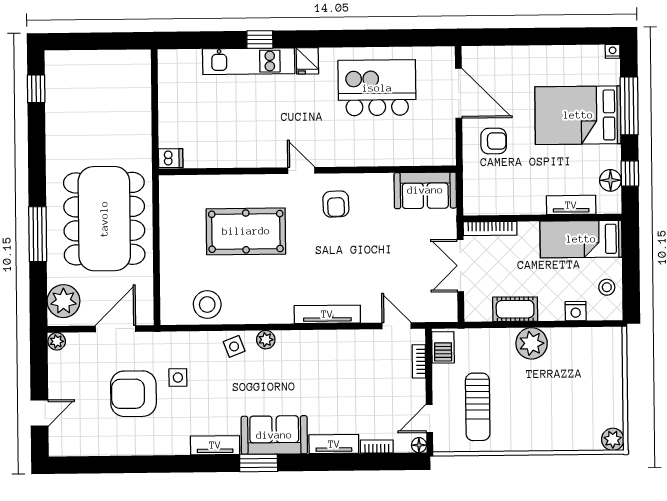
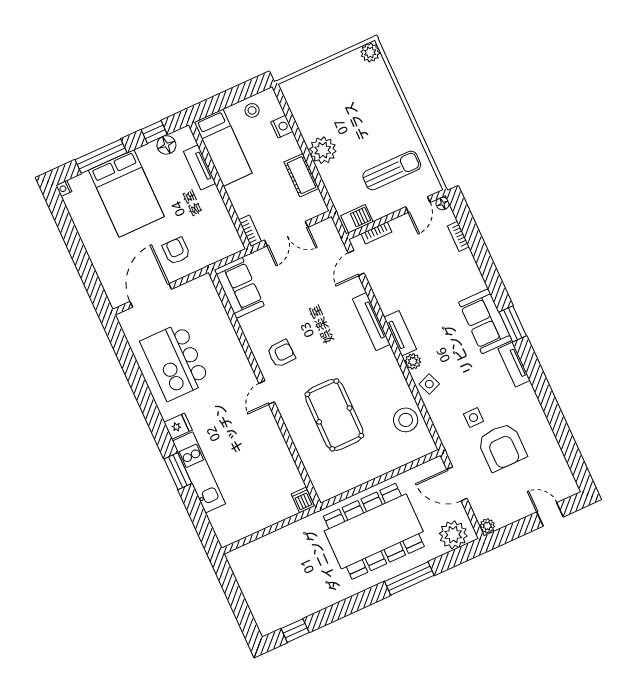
window: (260, 39) -> (178, 471), width x1.50
bookcase: (490, 229) -> (250, 231), width x0.64
door: (429, 418) -> (418, 205), hinge flipped
tv unit: (334, 444) -> (400, 333), moved, turned 180

